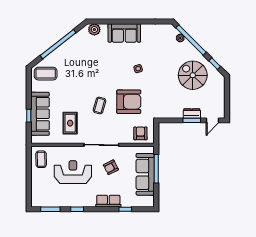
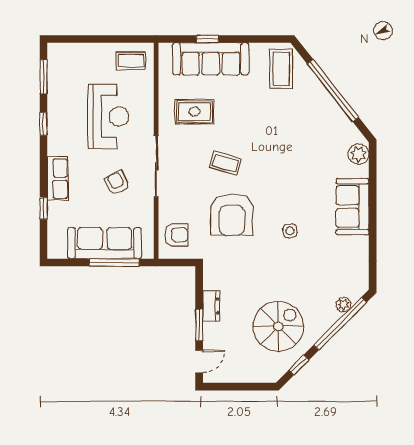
dresser: (192, 113) -> (211, 306), moved
door: (213, 120) -> (199, 361), swing flipped

